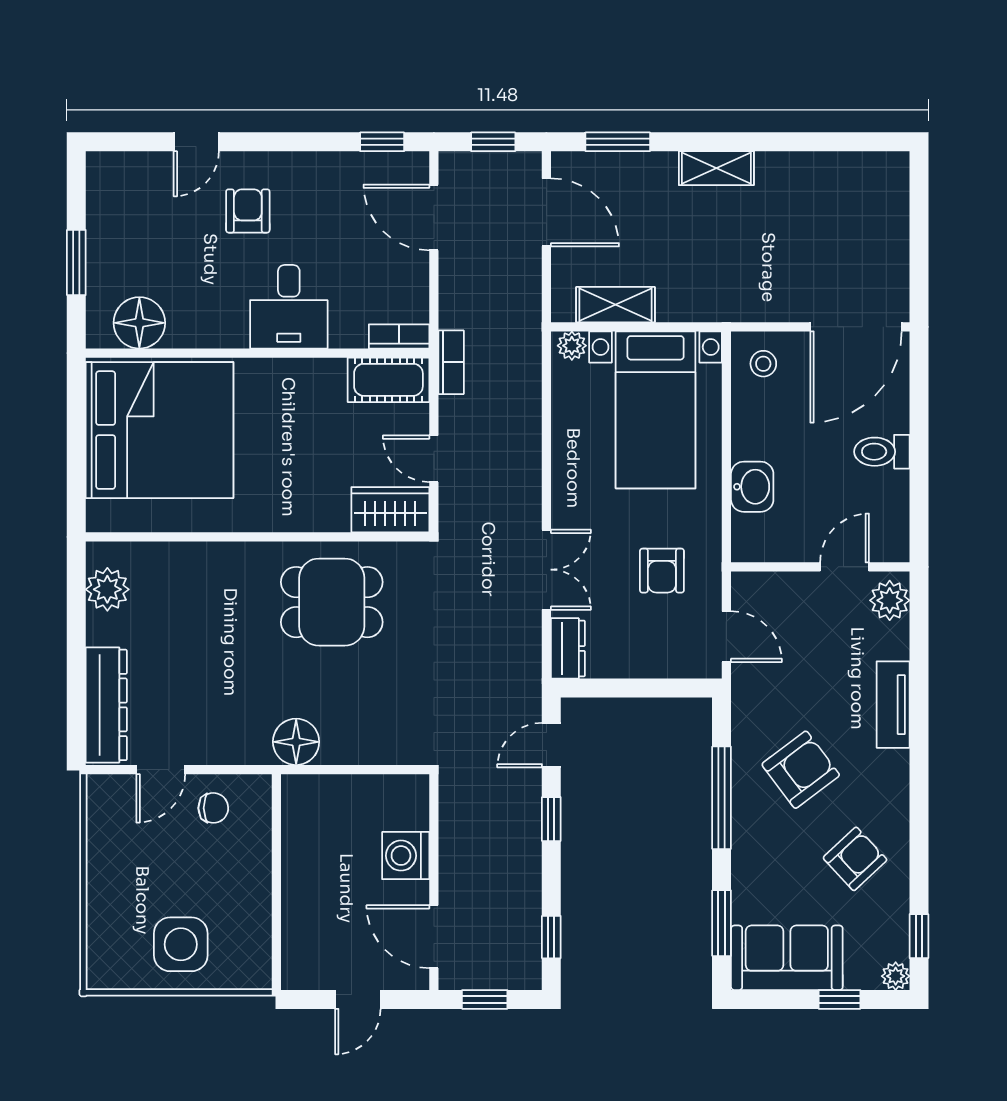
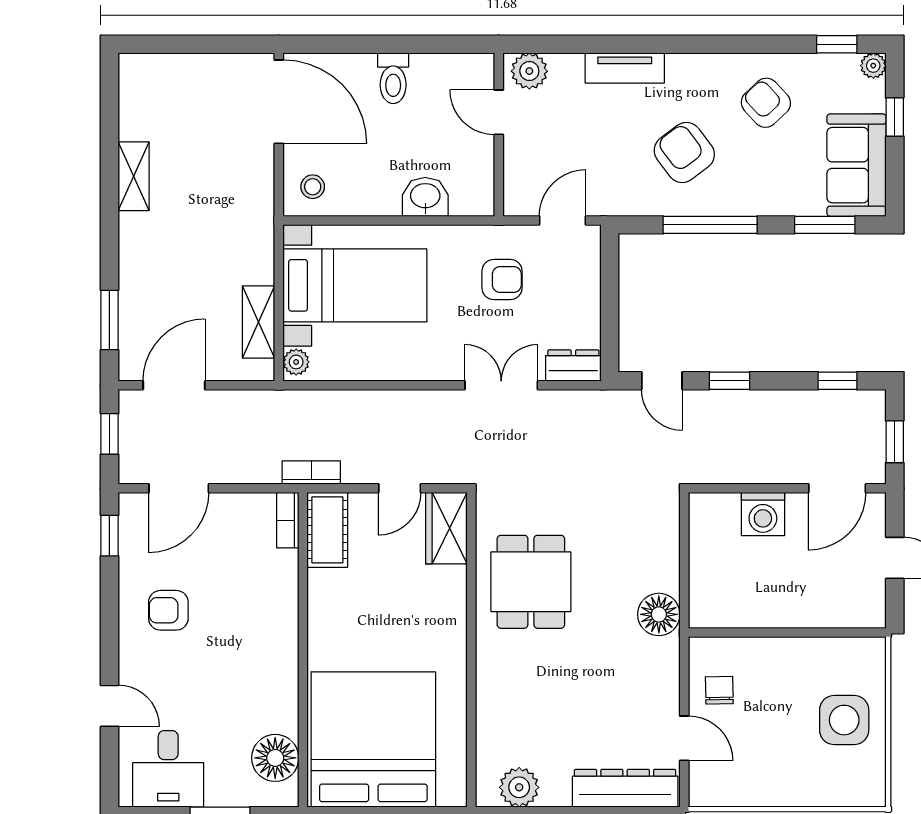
shelving: (716, 168) -> (134, 176), moved
armchair: (248, 211) -> (168, 610), moved
desk: (289, 307) -> (168, 769), moved, turned 90

